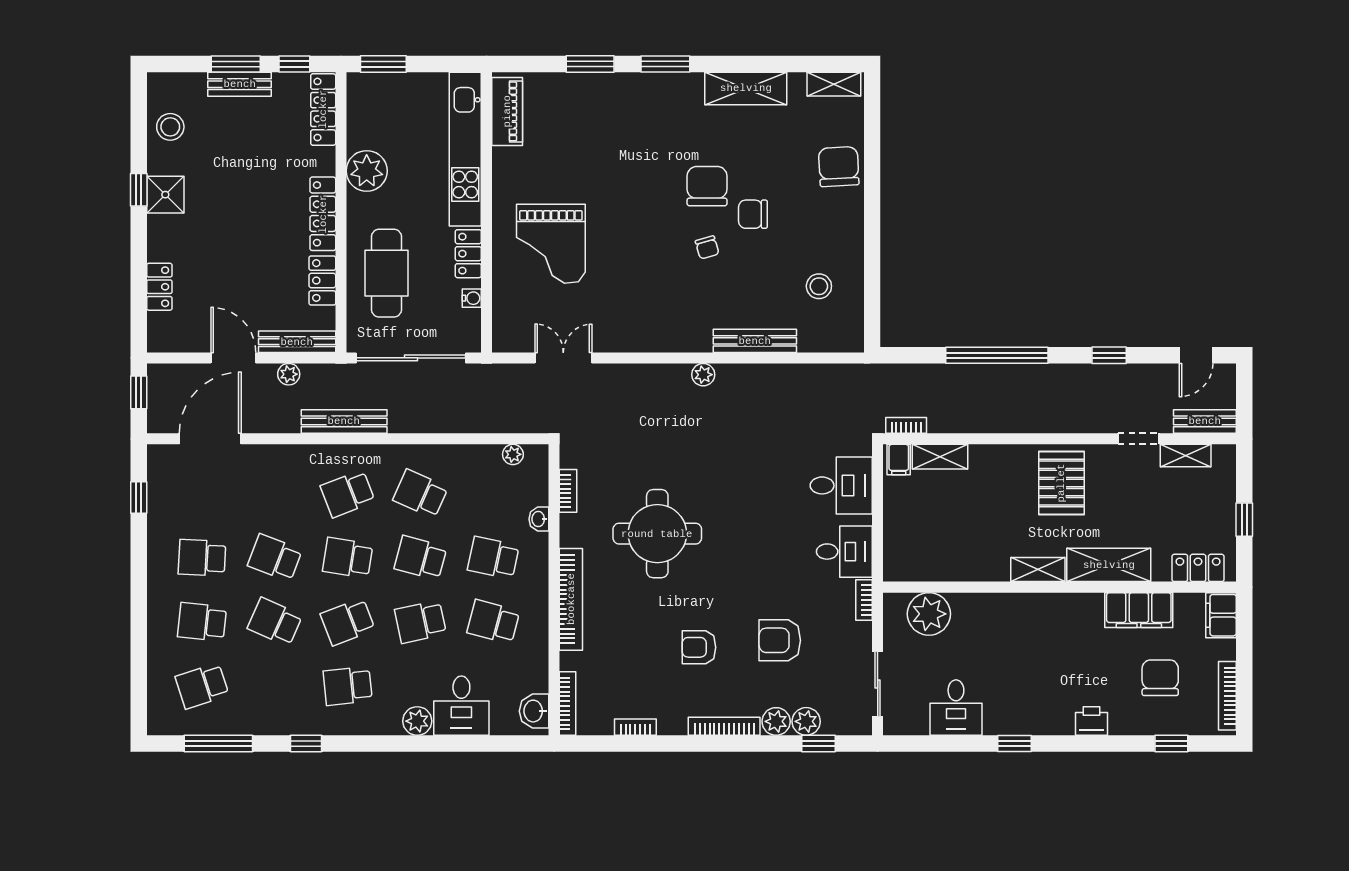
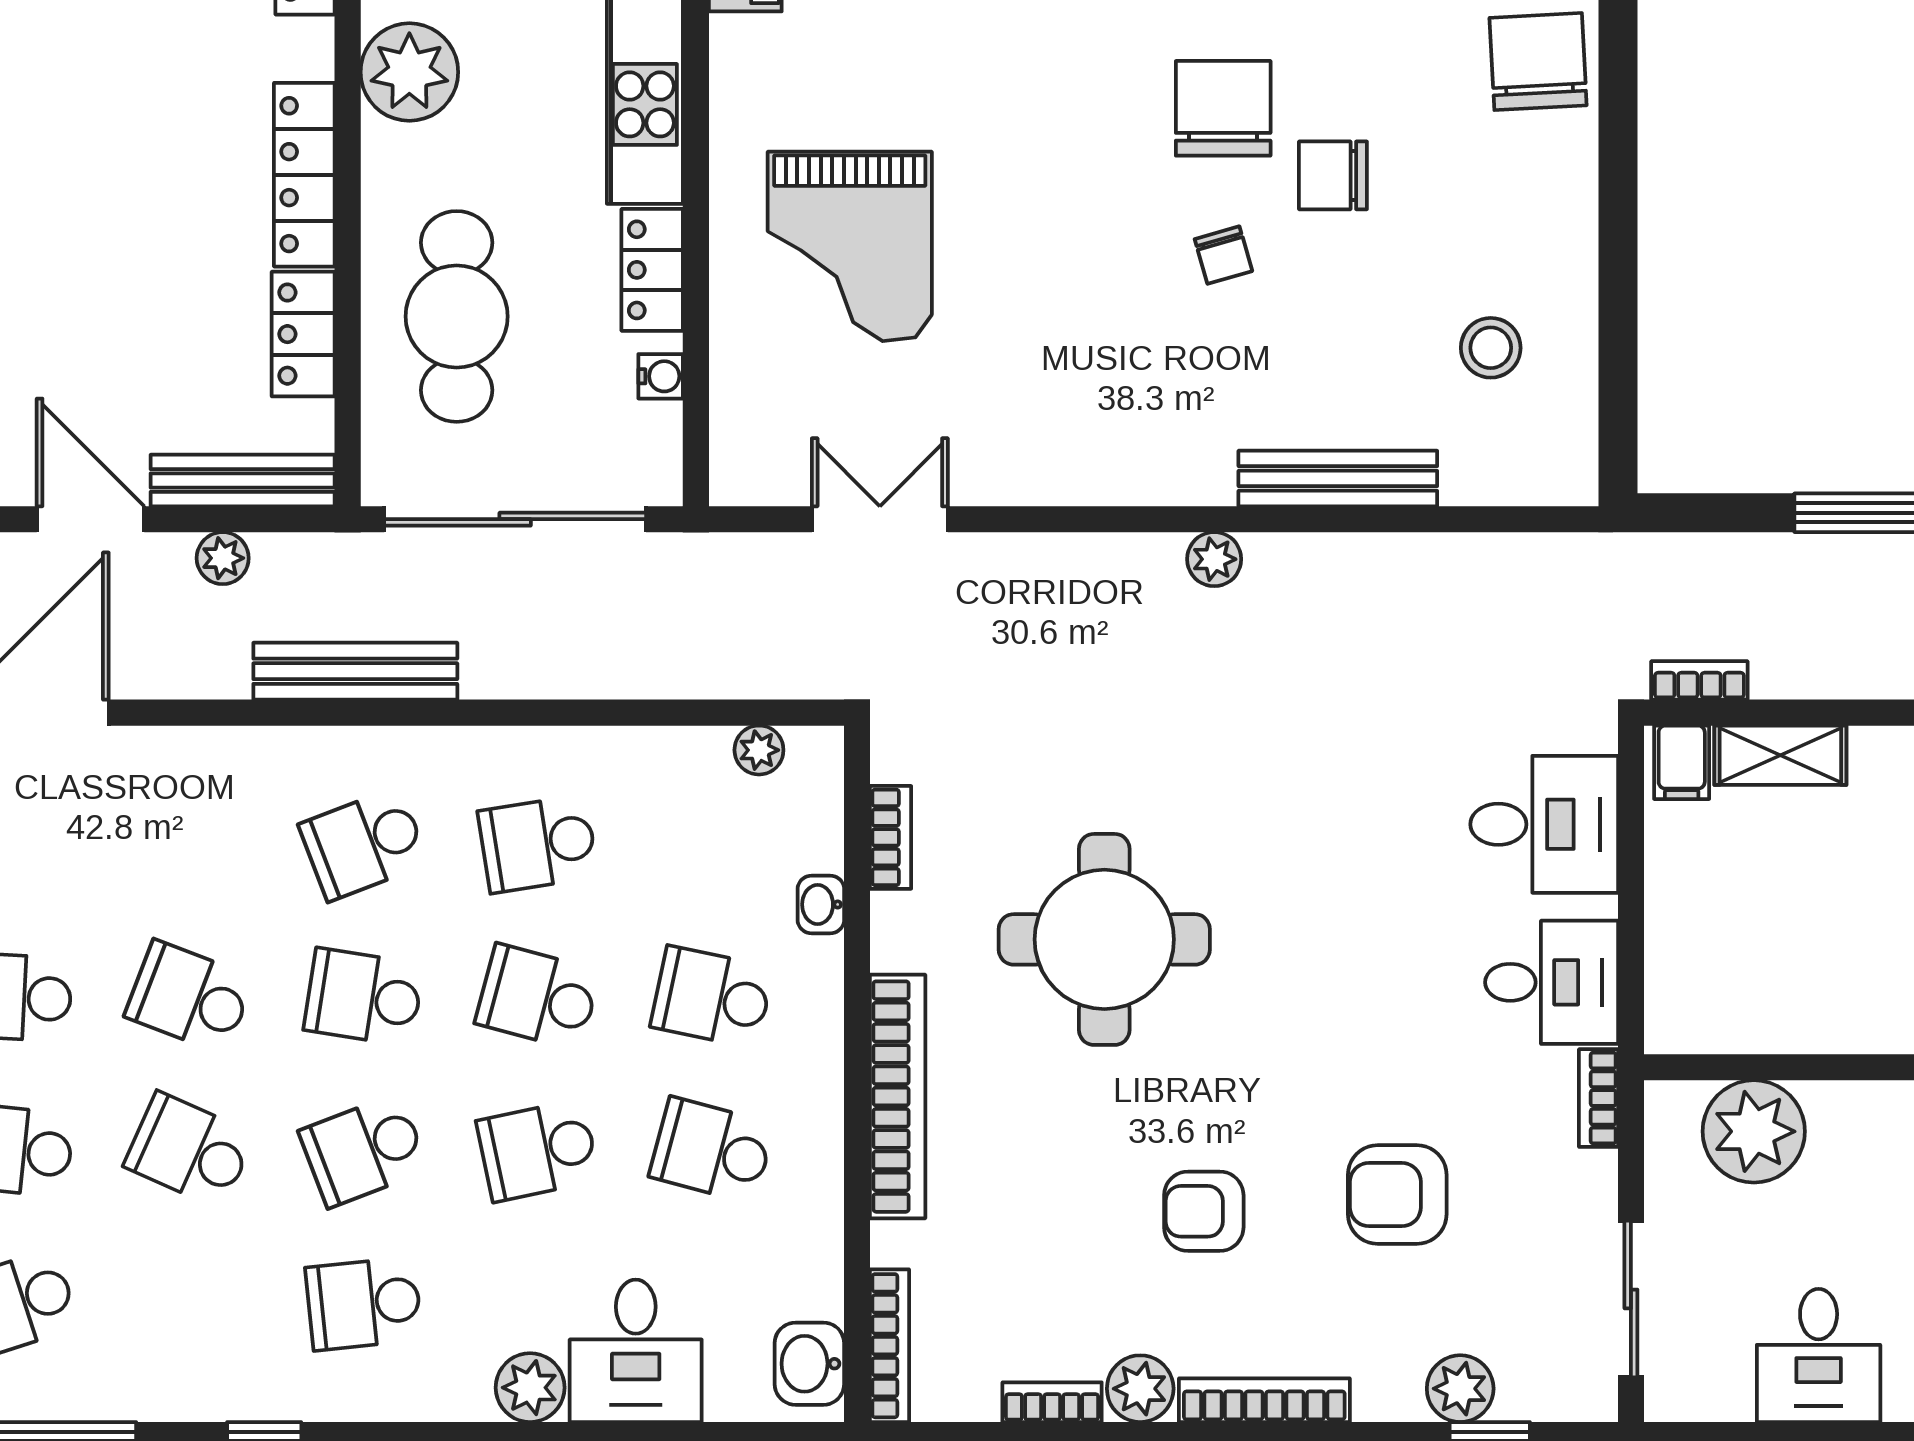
school desk: (420, 494) -> (538, 844), turned -33
plant: (776, 721) -> (1140, 1389), moved

